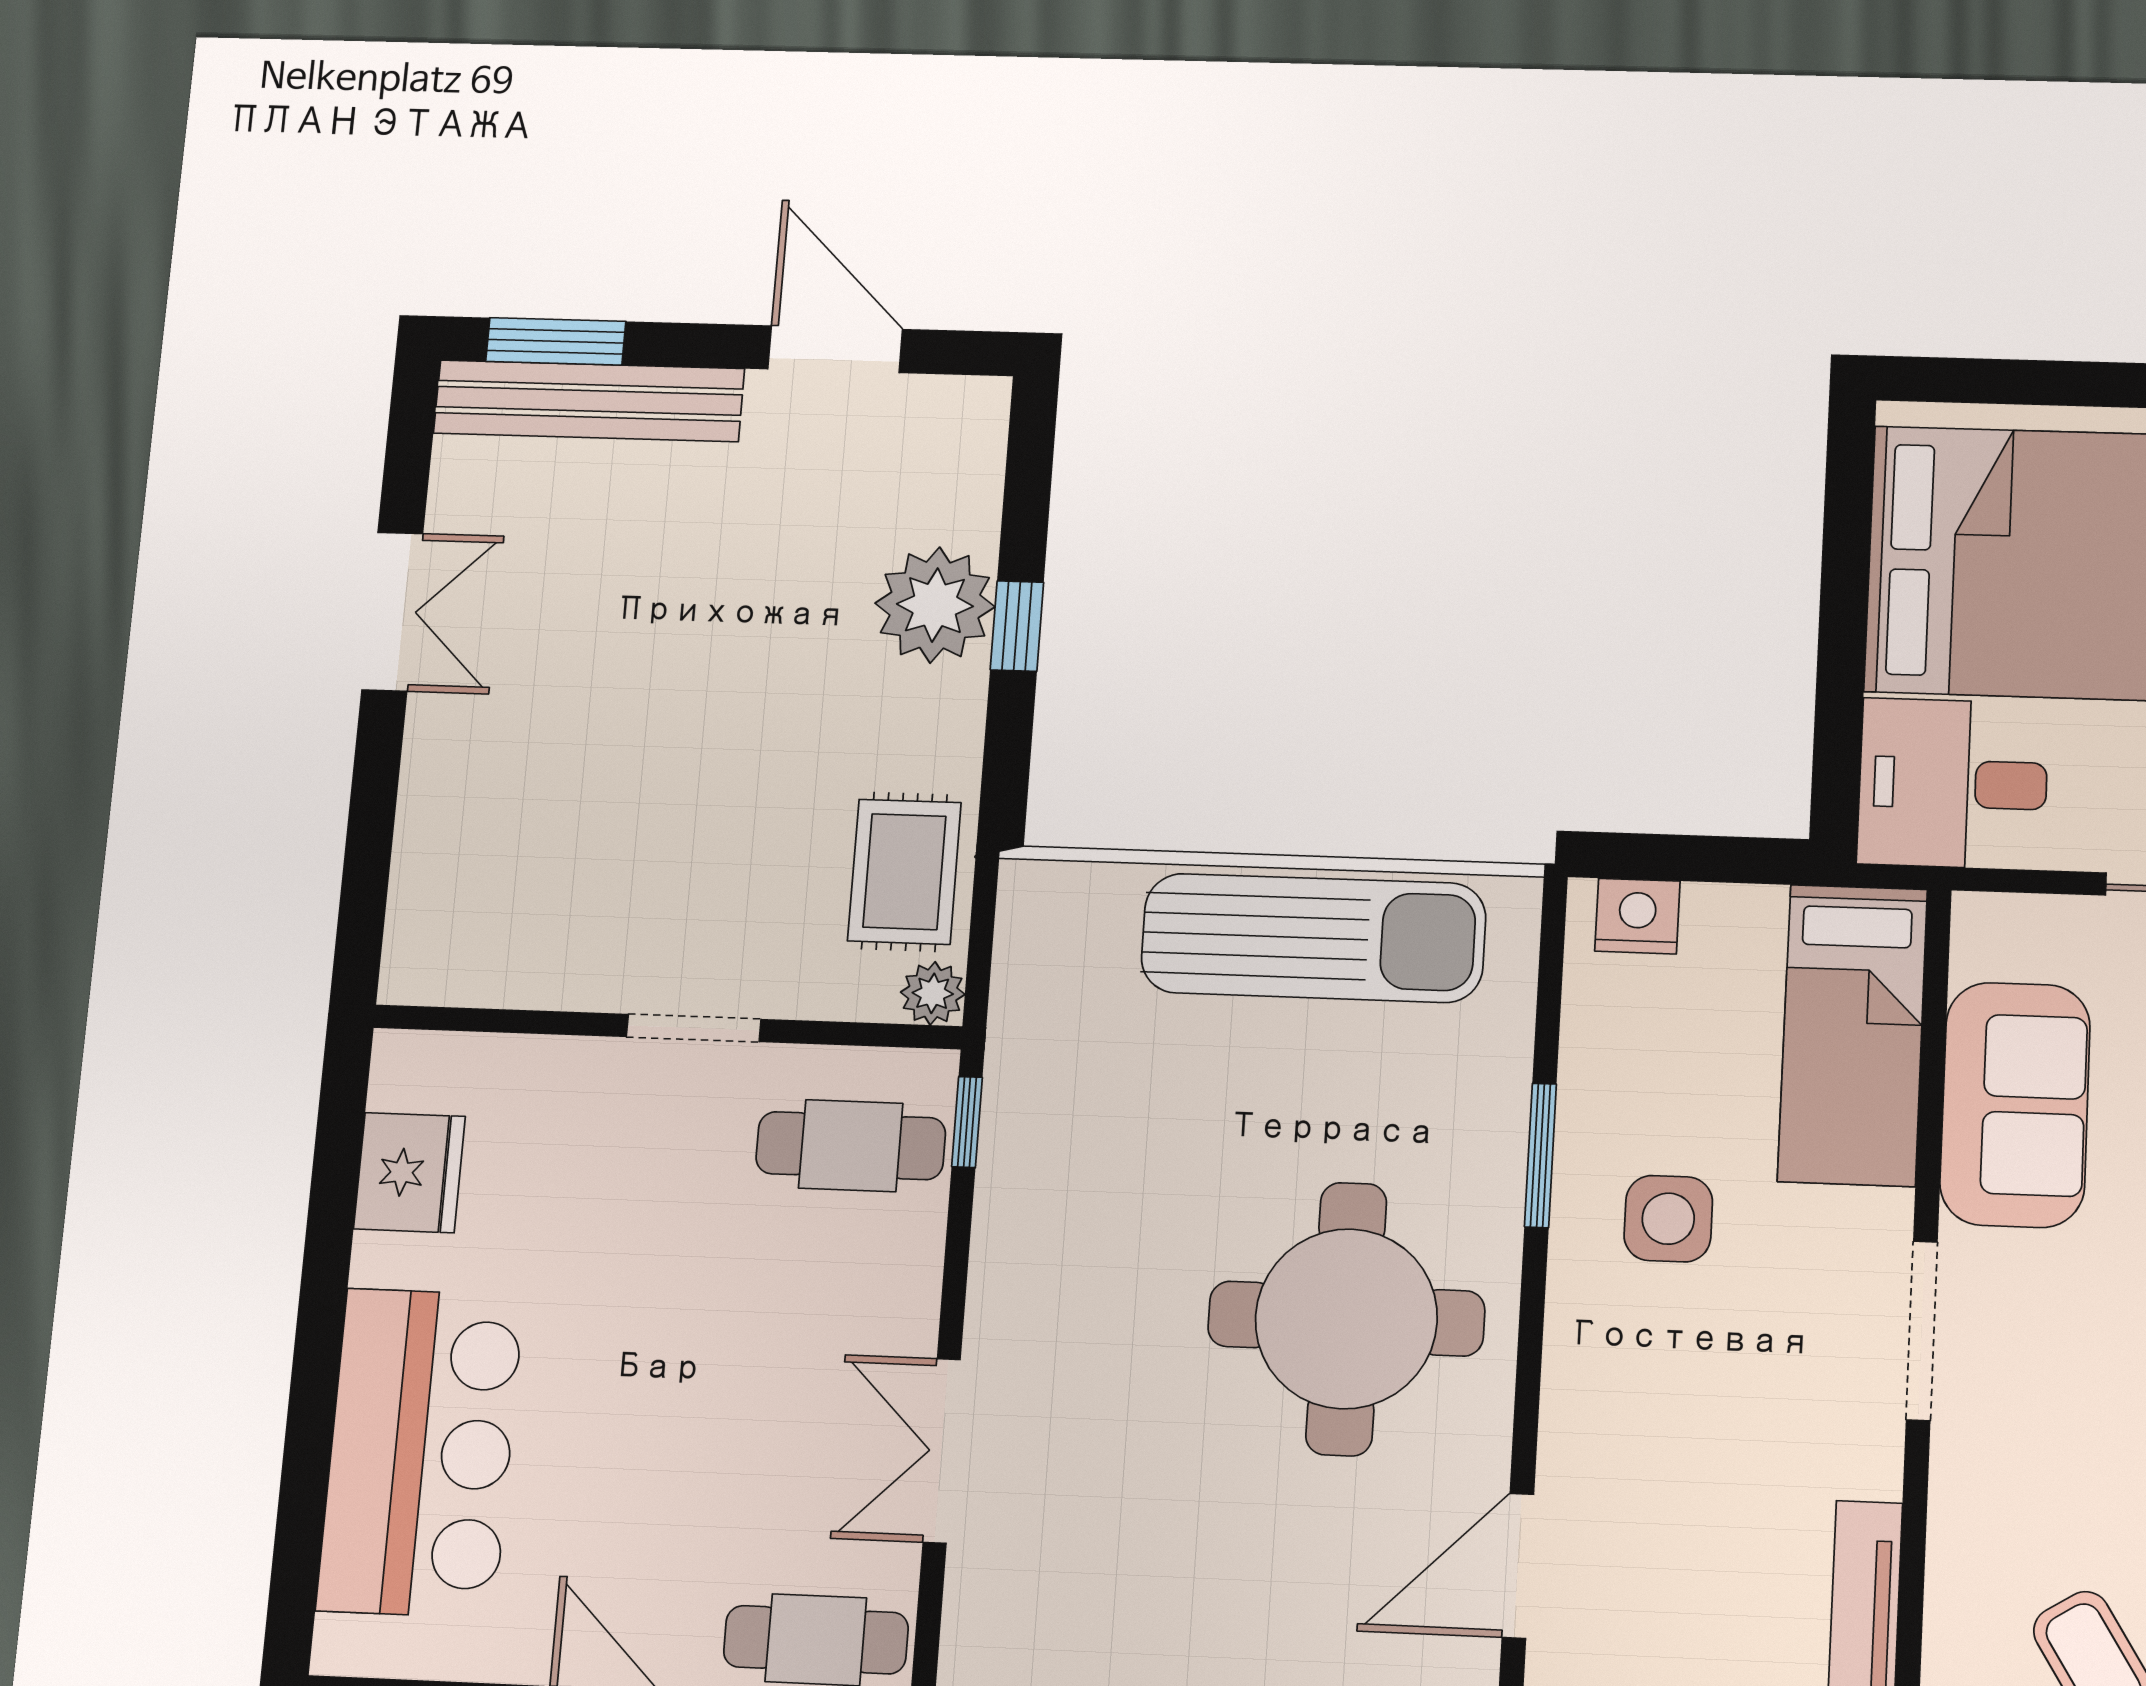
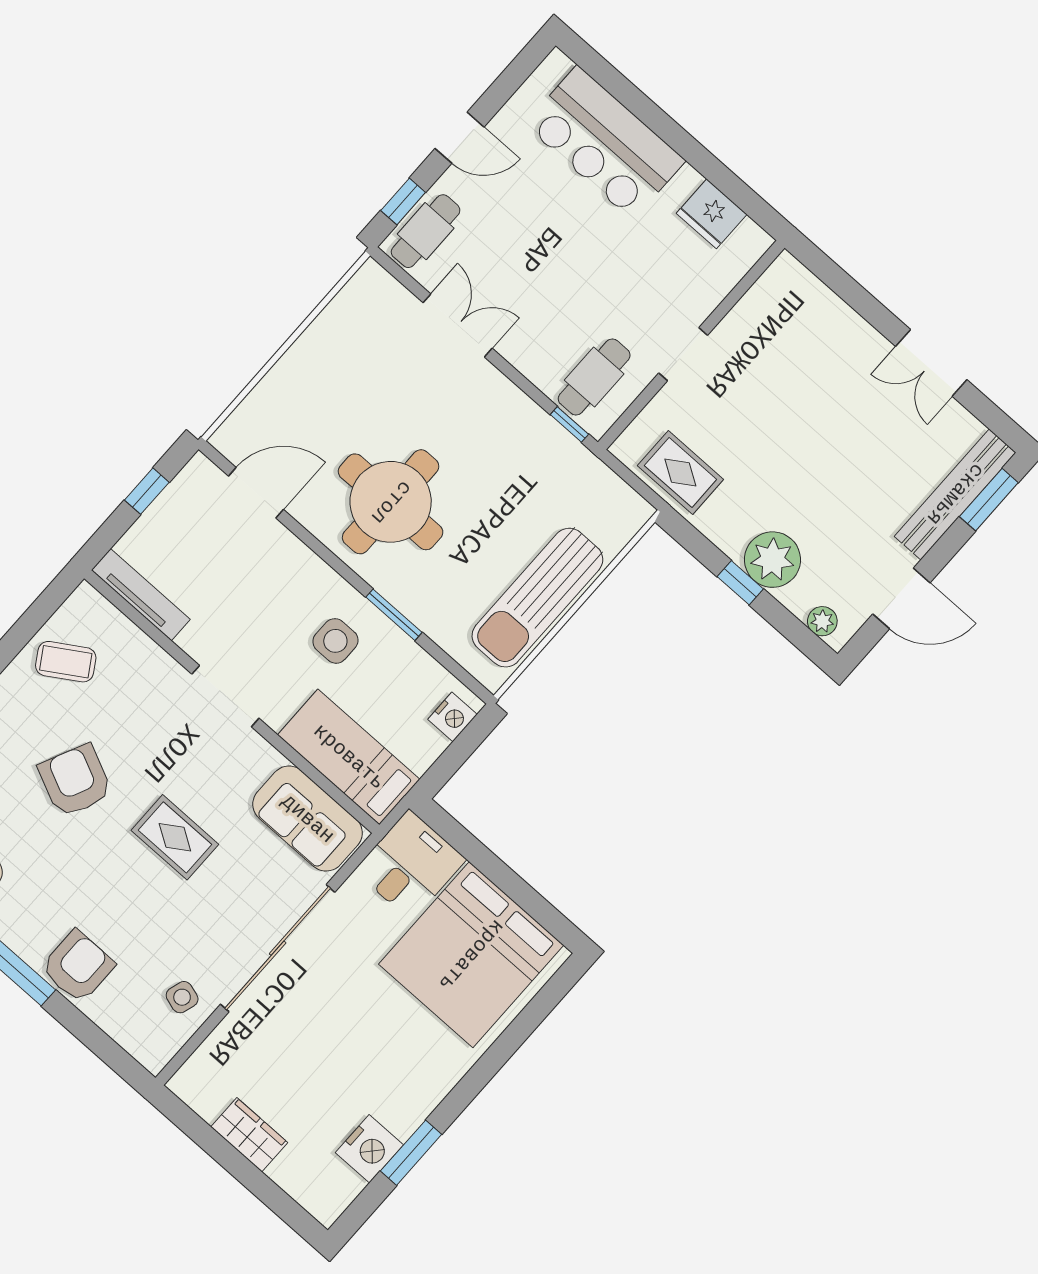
plant: (933, 993) -> (822, 621), moved
sofa: (2015, 1105) -> (308, 819), moved
door: (1518, 1566) -> (256, 493), hinge flipped

